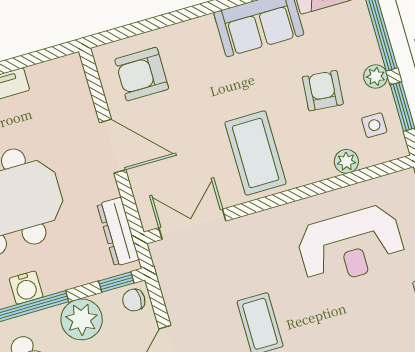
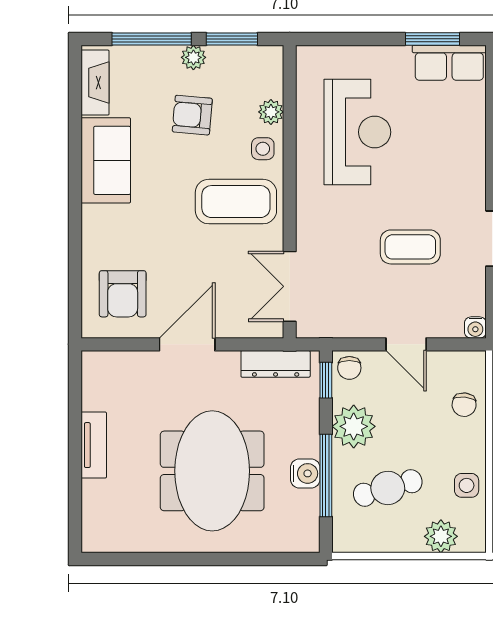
side table: (374, 125) -> (263, 149), moved

